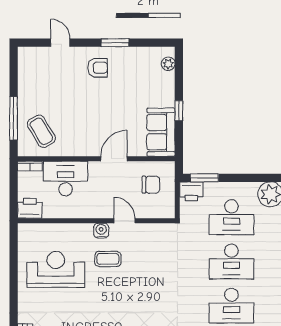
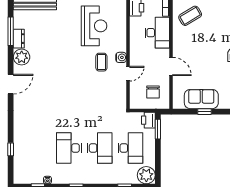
sofa: (161, 132) -> (201, 99), moved
desk: (231, 217) -> (130, 148), turned 180
desk: (231, 261) -> (100, 148), turned 180

